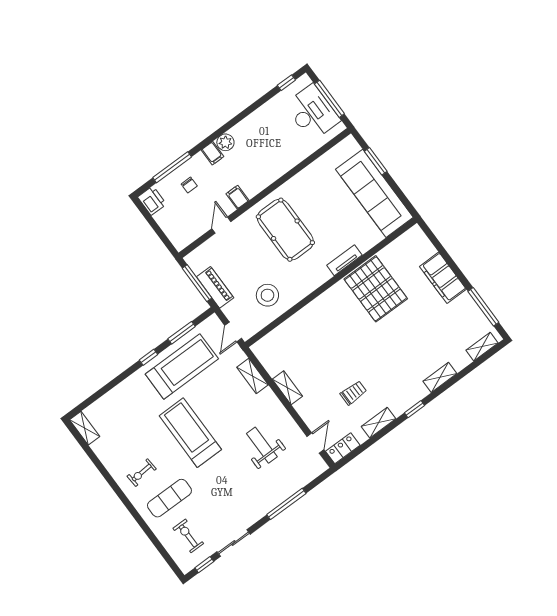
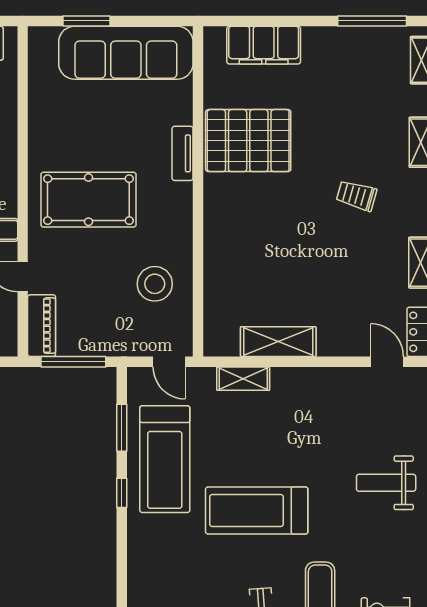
filing cabinet: (443, 278) -> (264, 45), moved
piano: (215, 287) -> (42, 326), moved, turned 90
treadmill: (182, 366) -> (165, 459), turned 180
shelving: (287, 388) -> (278, 342), width x1.50, depth x1.33
trolley: (353, 393) -> (356, 196), moved, turned -74
weight bench: (262, 445) -> (386, 483), moved

